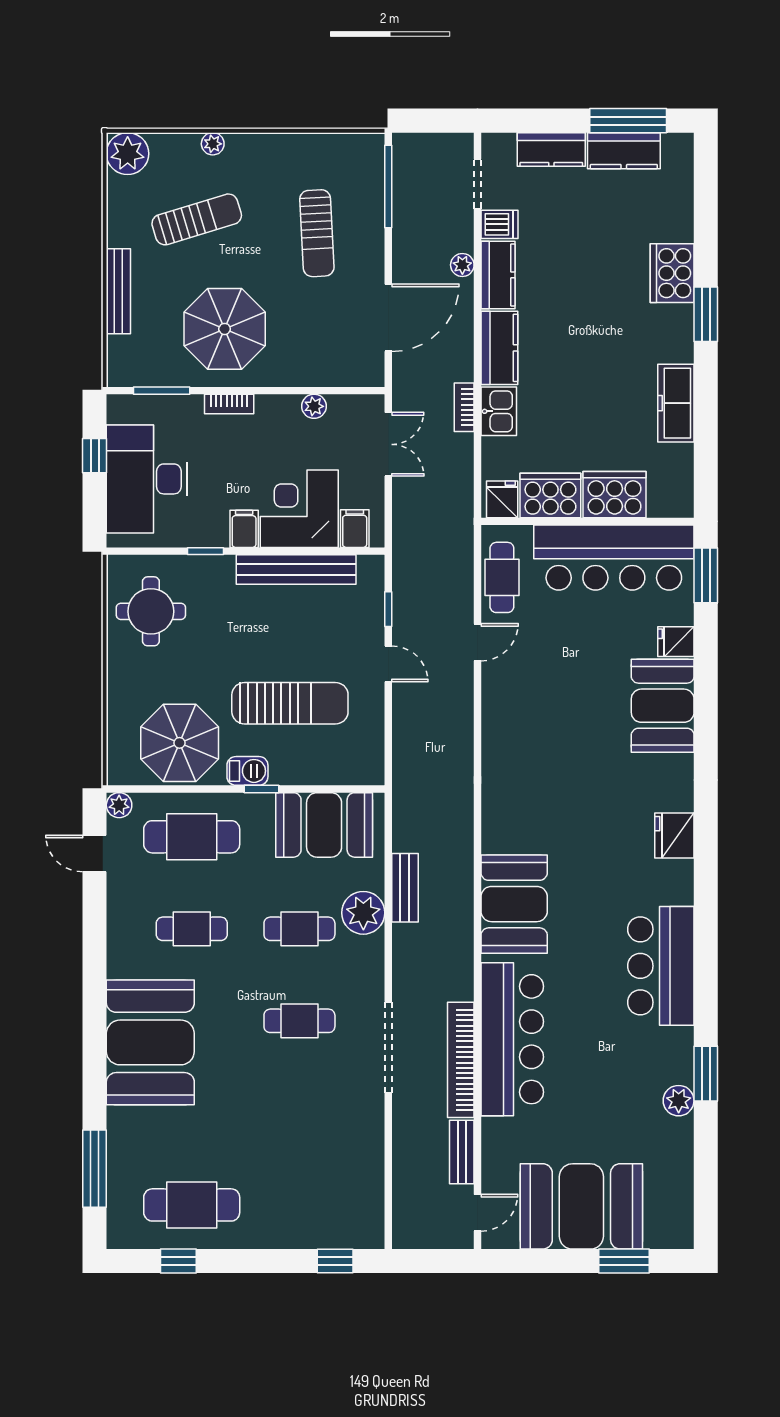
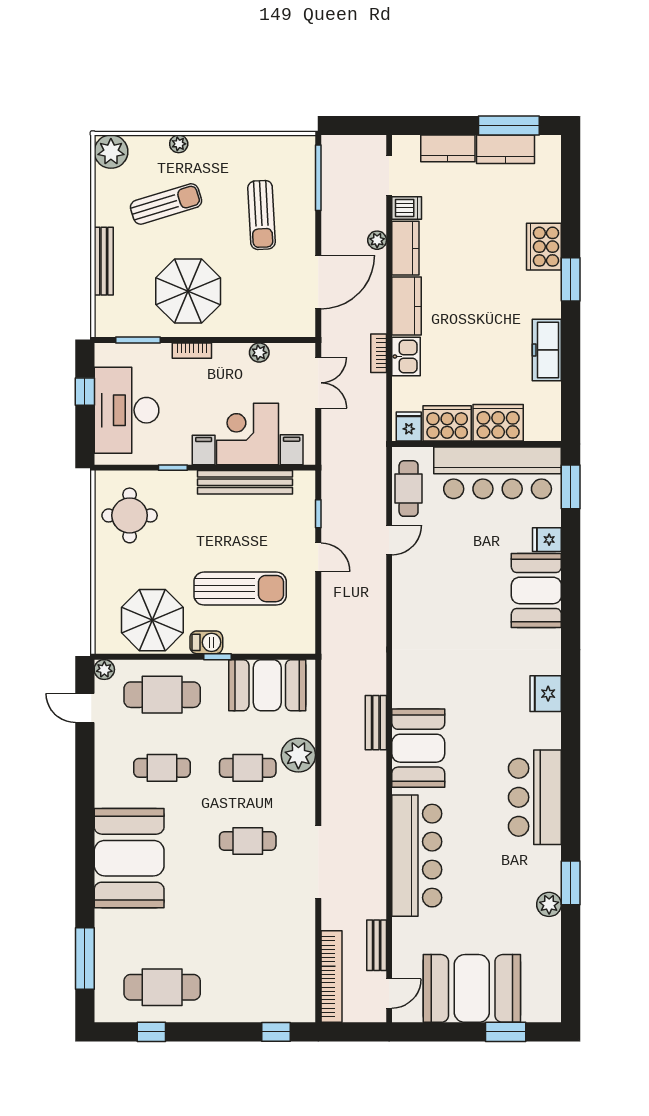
bench: (405, 888) -> (376, 723), moved
bookcase: (461, 1060) -> (332, 977), moved, turned 180

